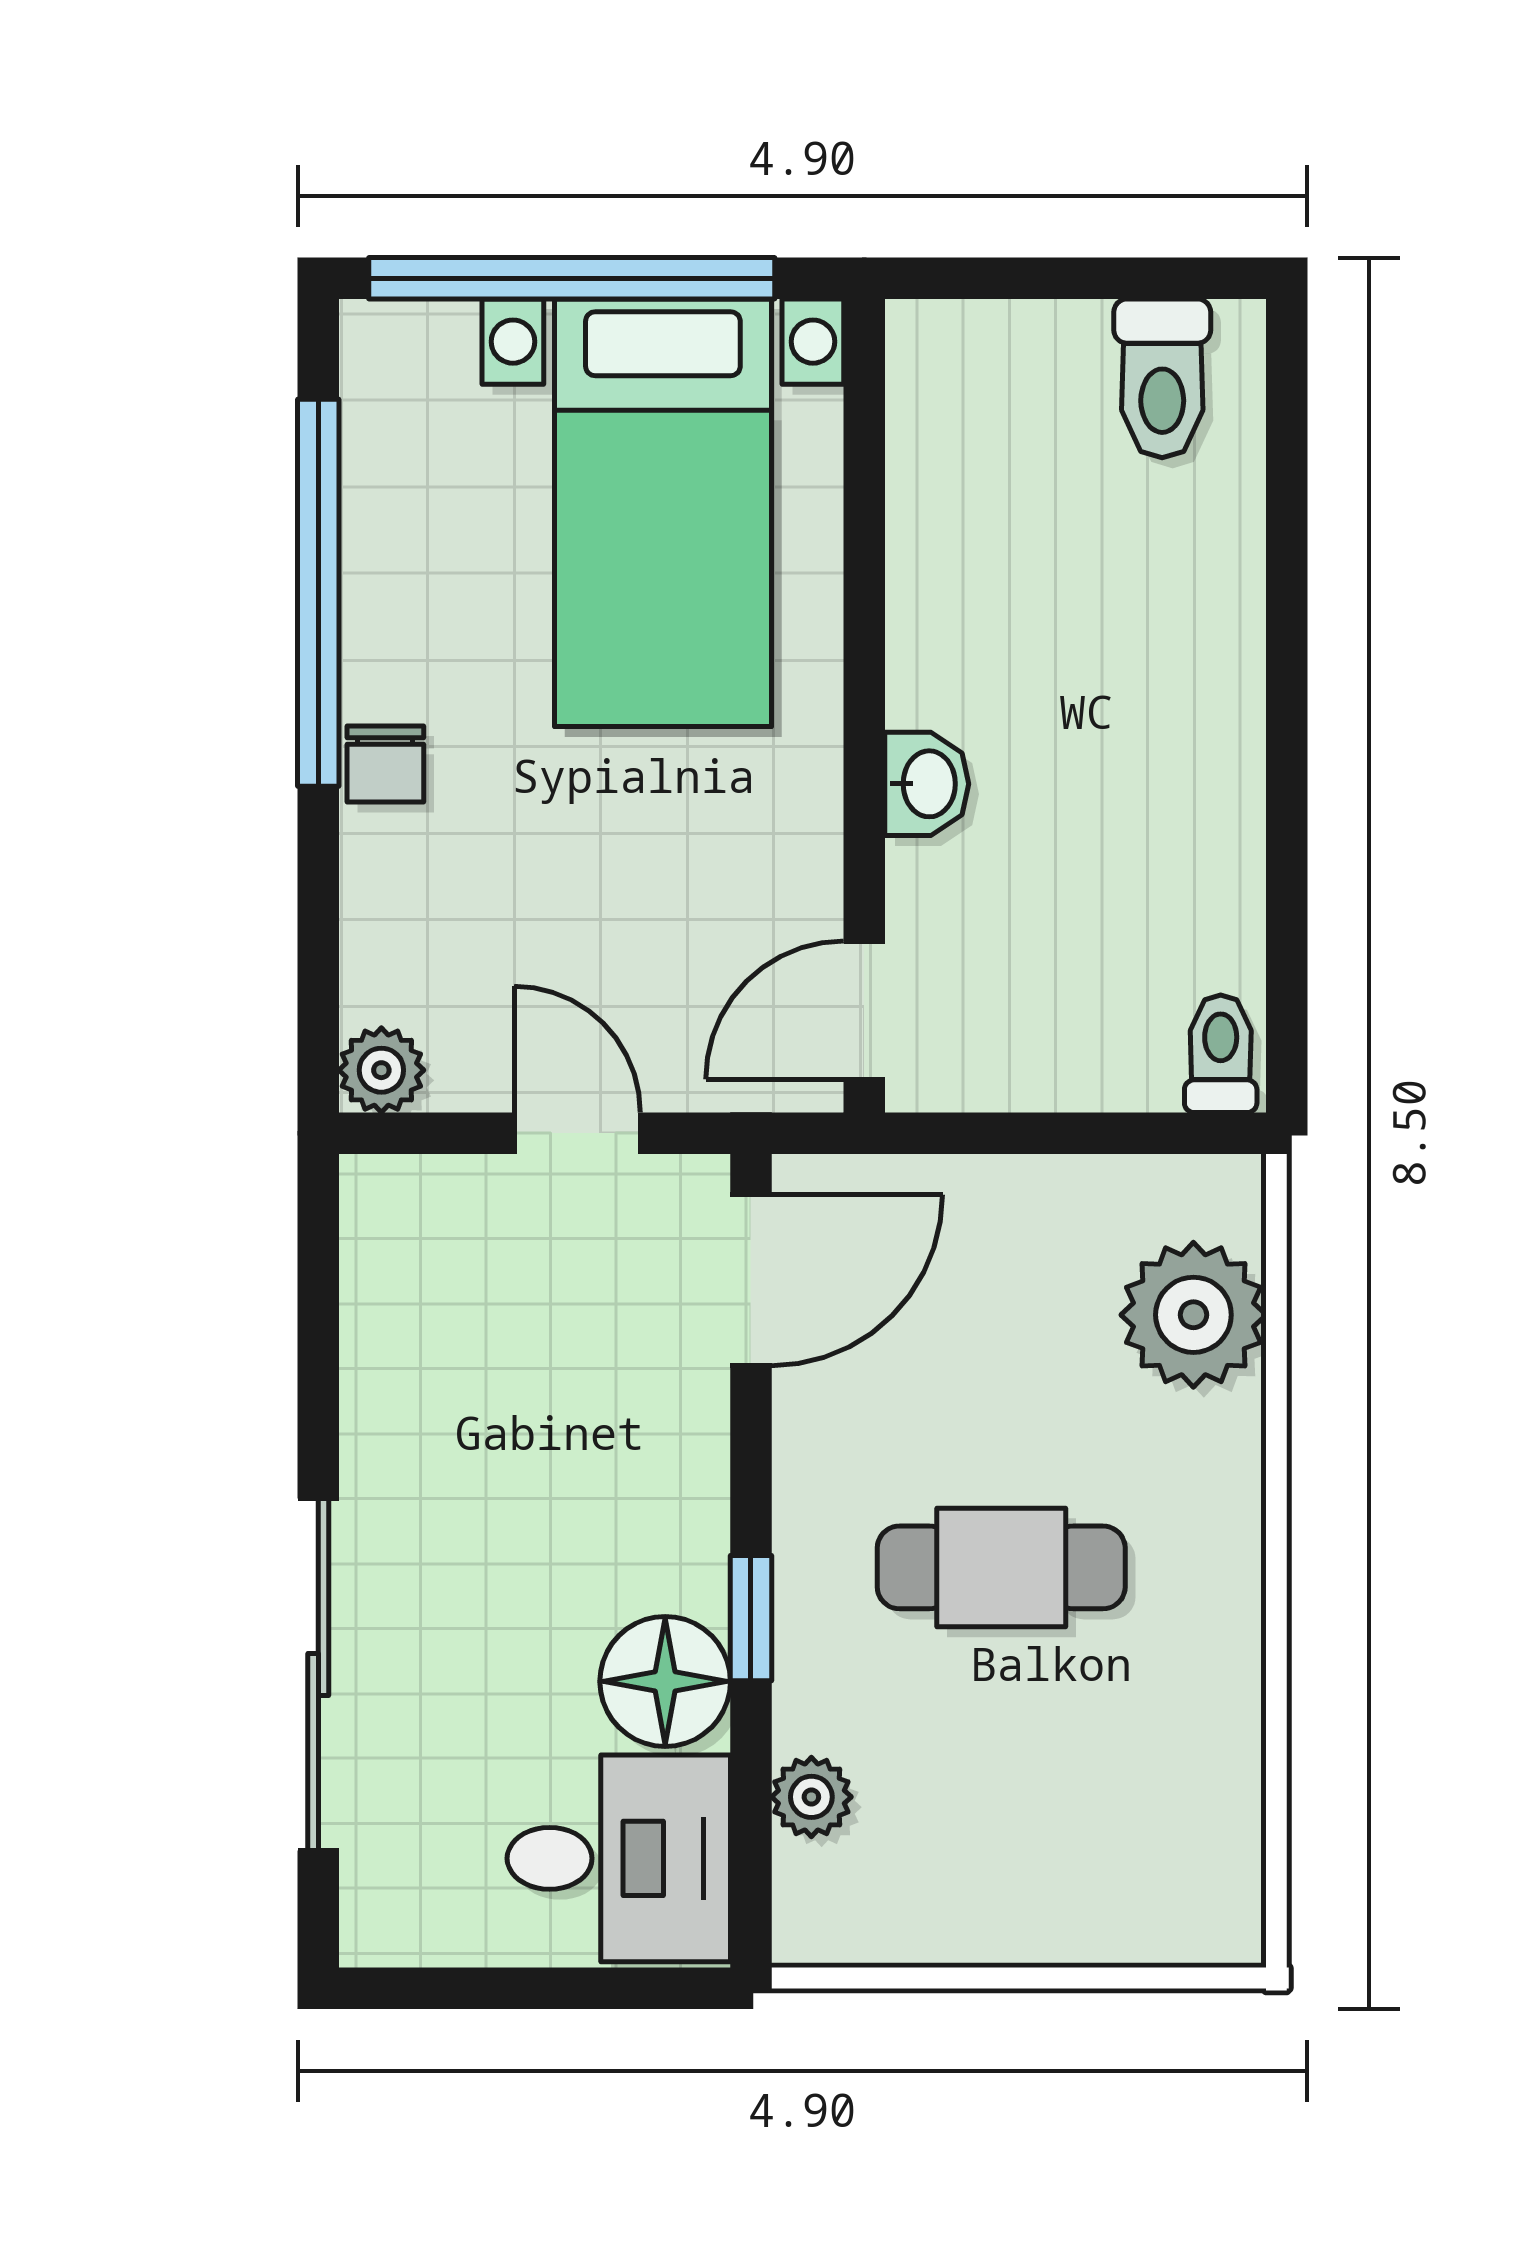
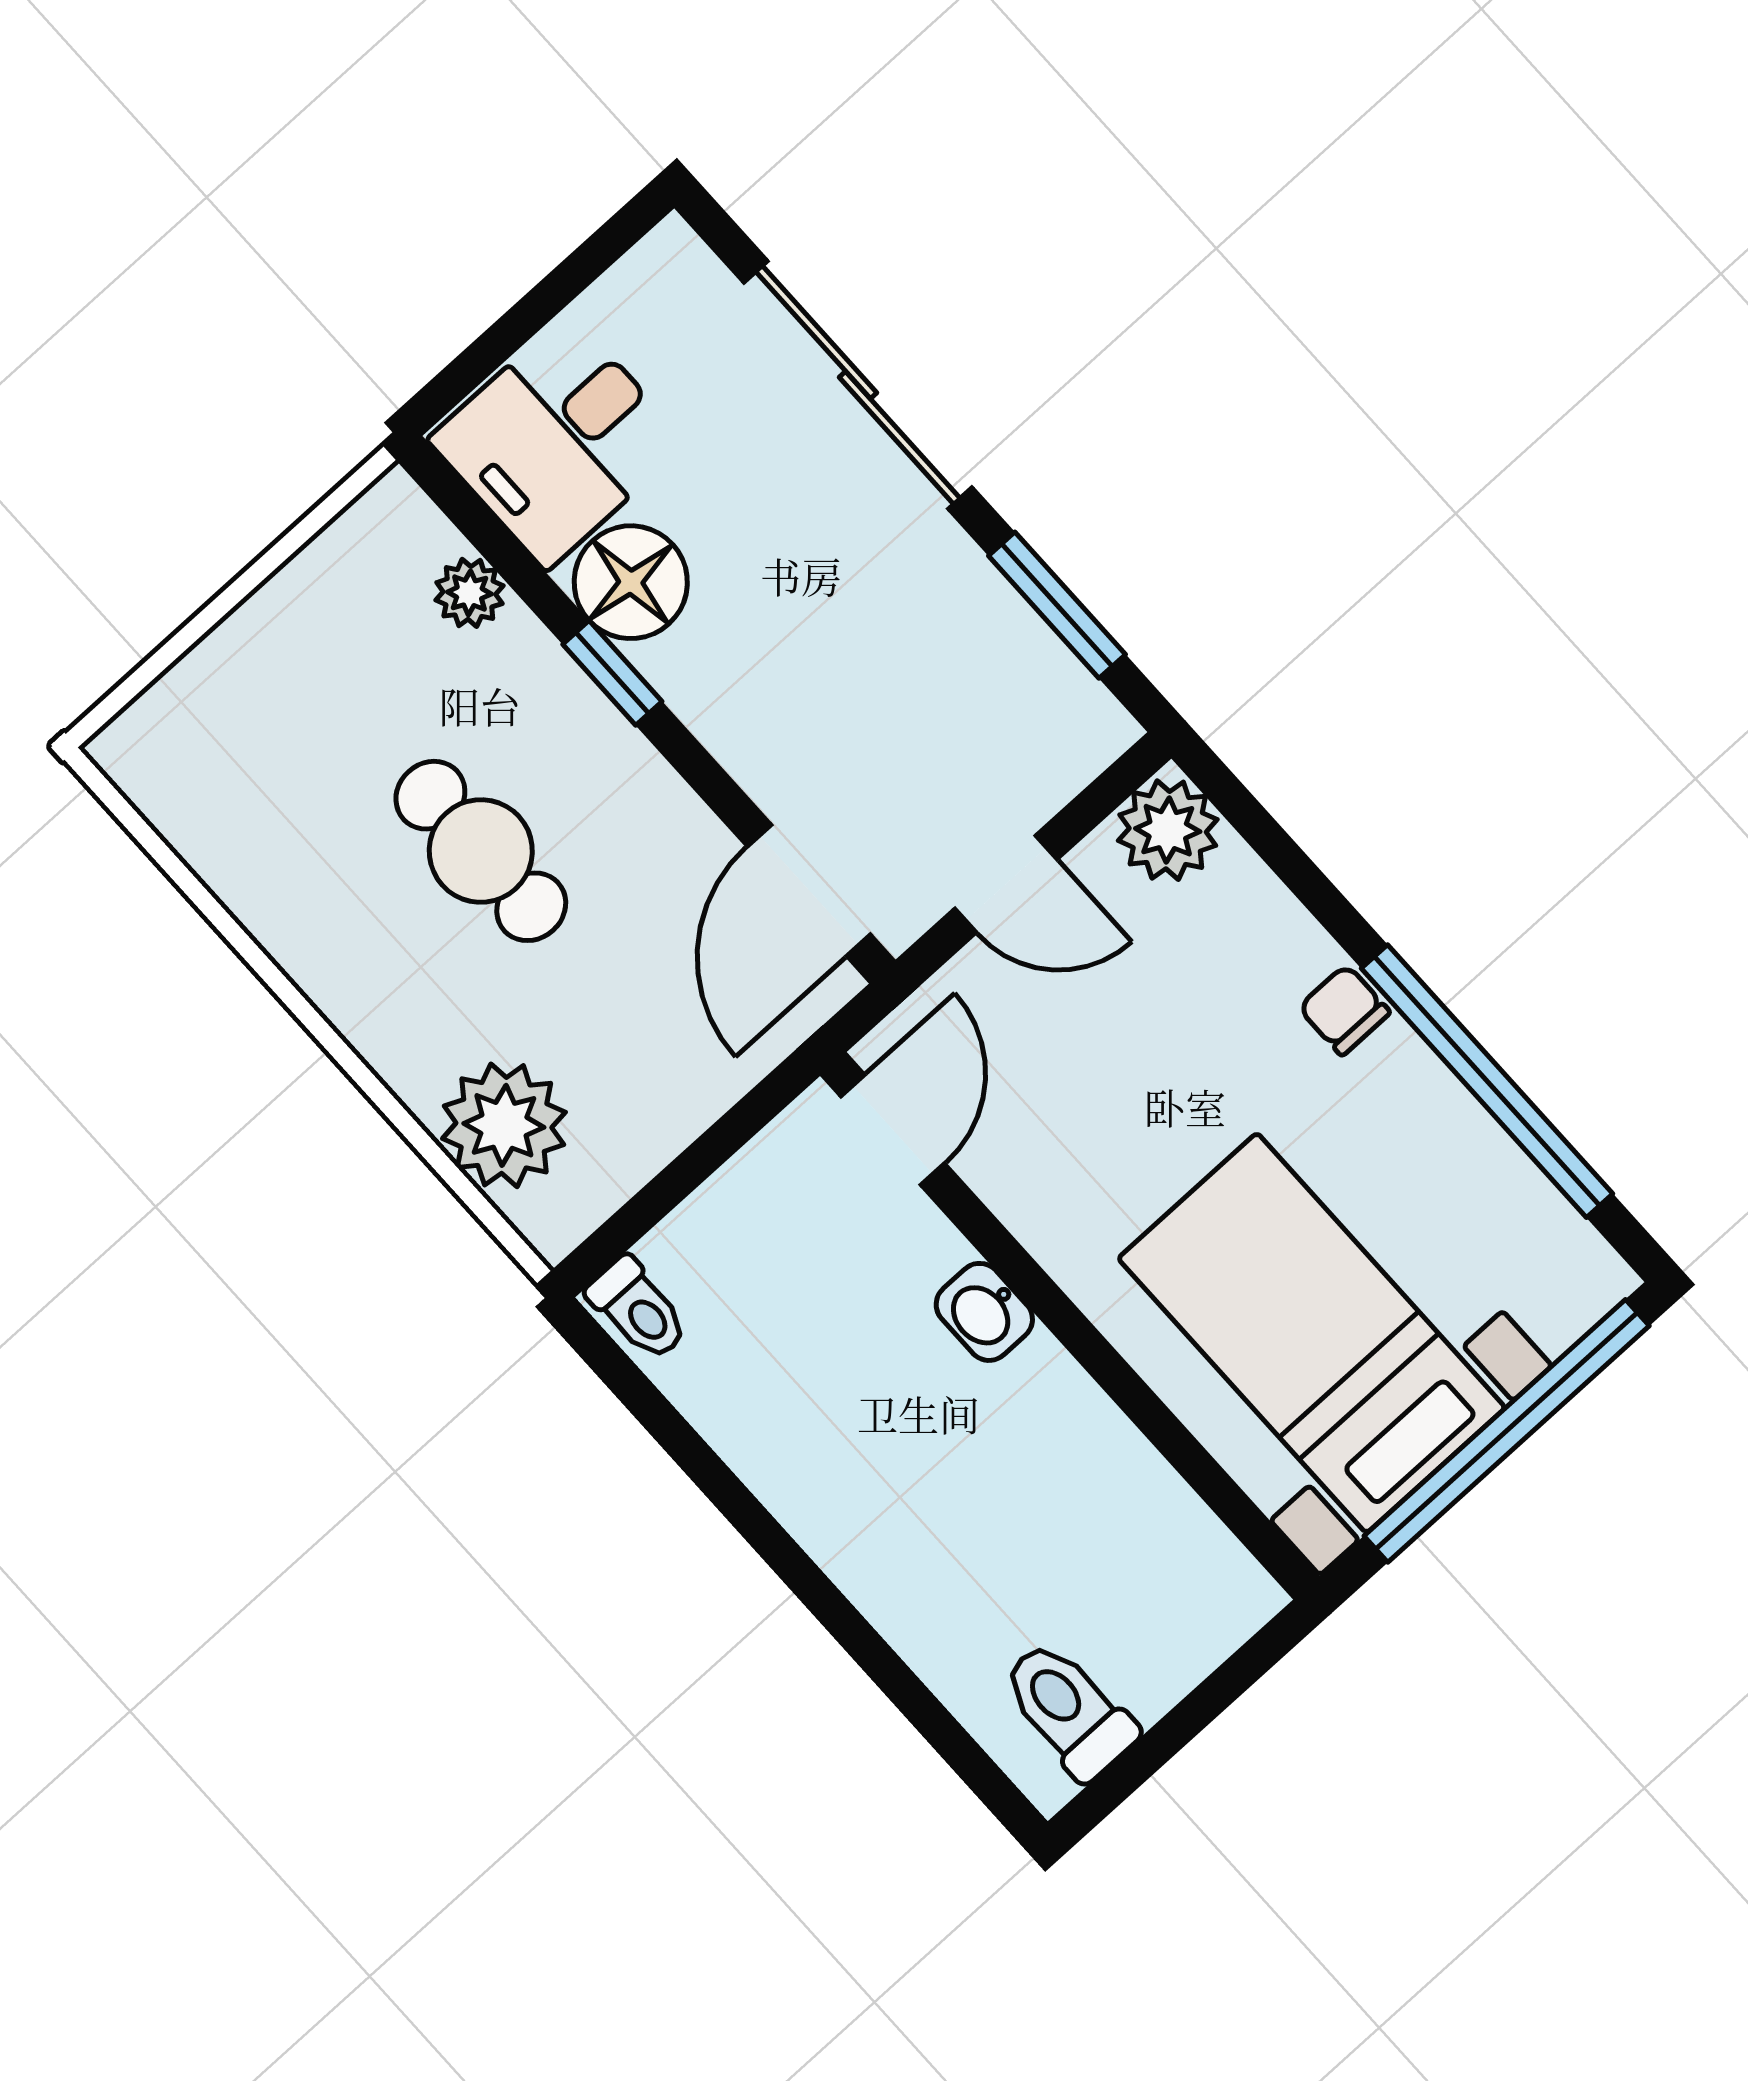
plant: (381, 1070) -> (1168, 830), width x1.38, depth x1.38
window: (318, 1332) -> (1057, 605), added
cafe table: (1001, 1567) -> (481, 851), turned 90

